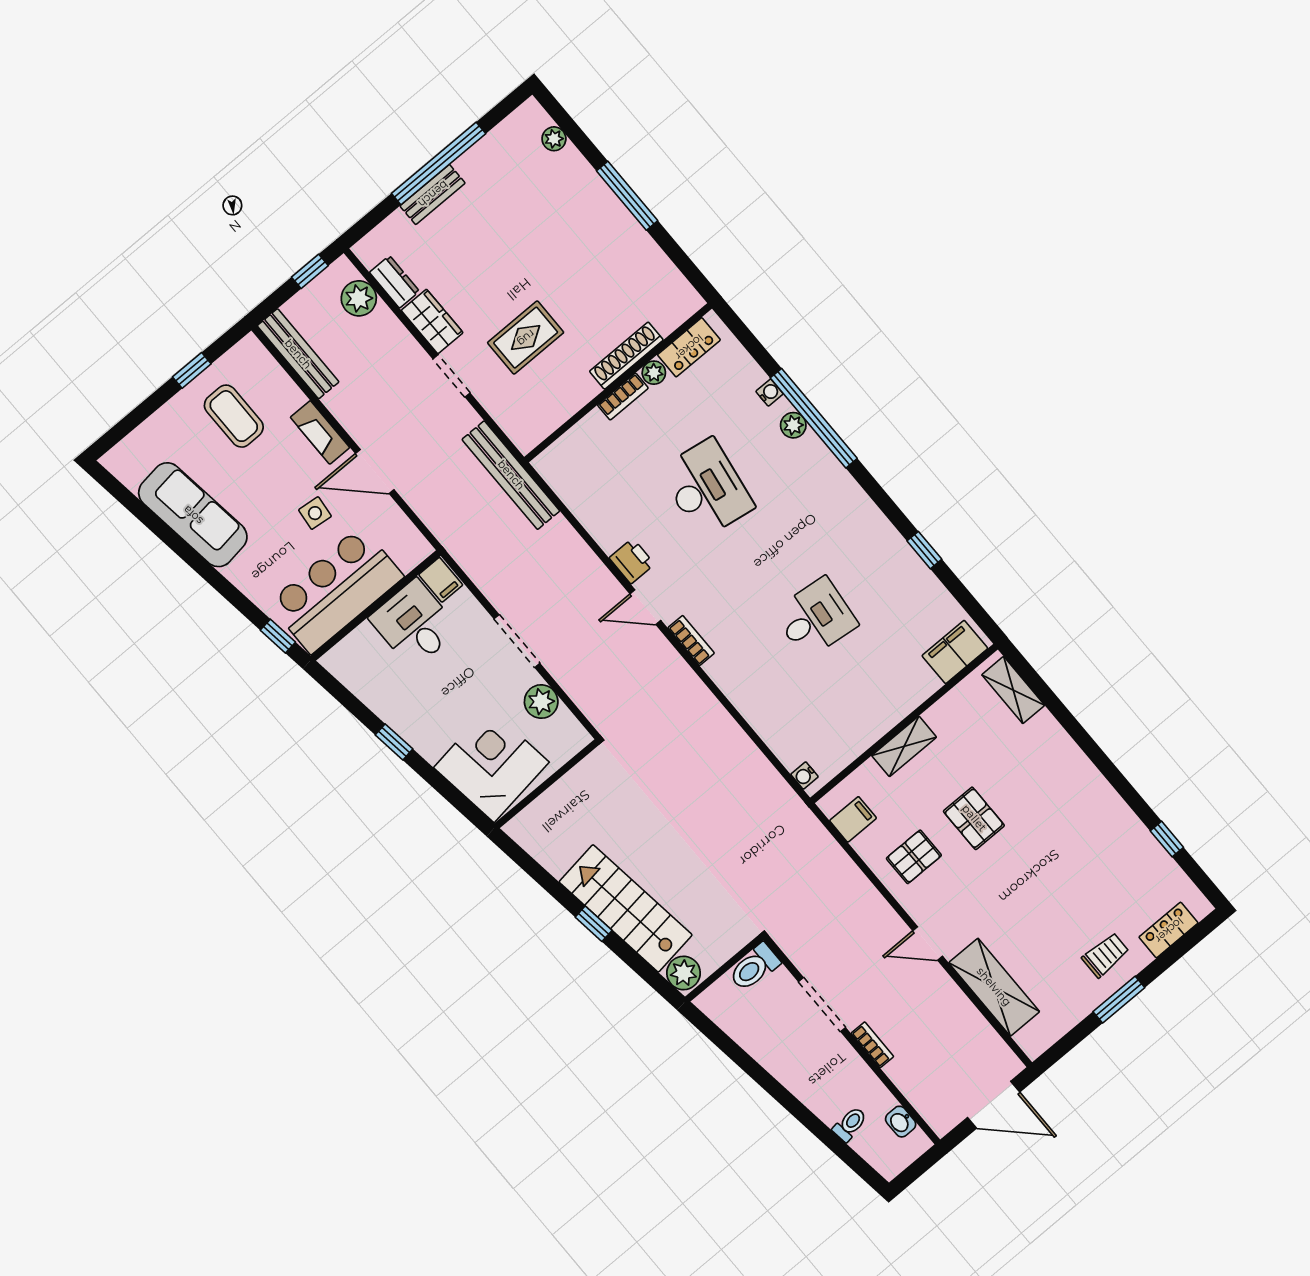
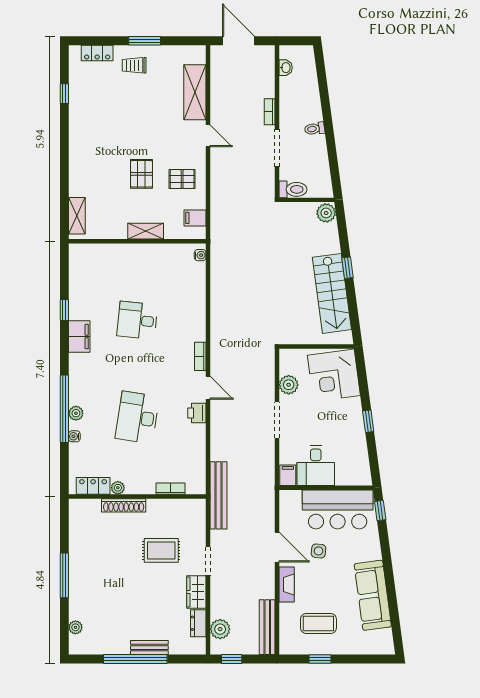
bookcase: (623, 397) -> (170, 489), moved
coffee table: (234, 416) -> (318, 624), turned 90
filing cabinet: (955, 652) -> (79, 337), moved, turned -90
stairs: (626, 908) -> (332, 293), moved
toilet: (850, 1124) -> (315, 129), moved

